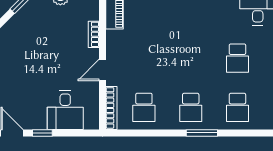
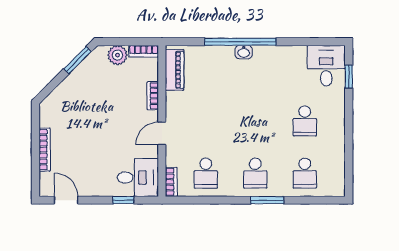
bookcase: (111, 108) -> (171, 182), width x0.64
desk: (65, 110) -> (138, 178), moved, turned -90
window: (42, 133) -> (123, 200), moved

